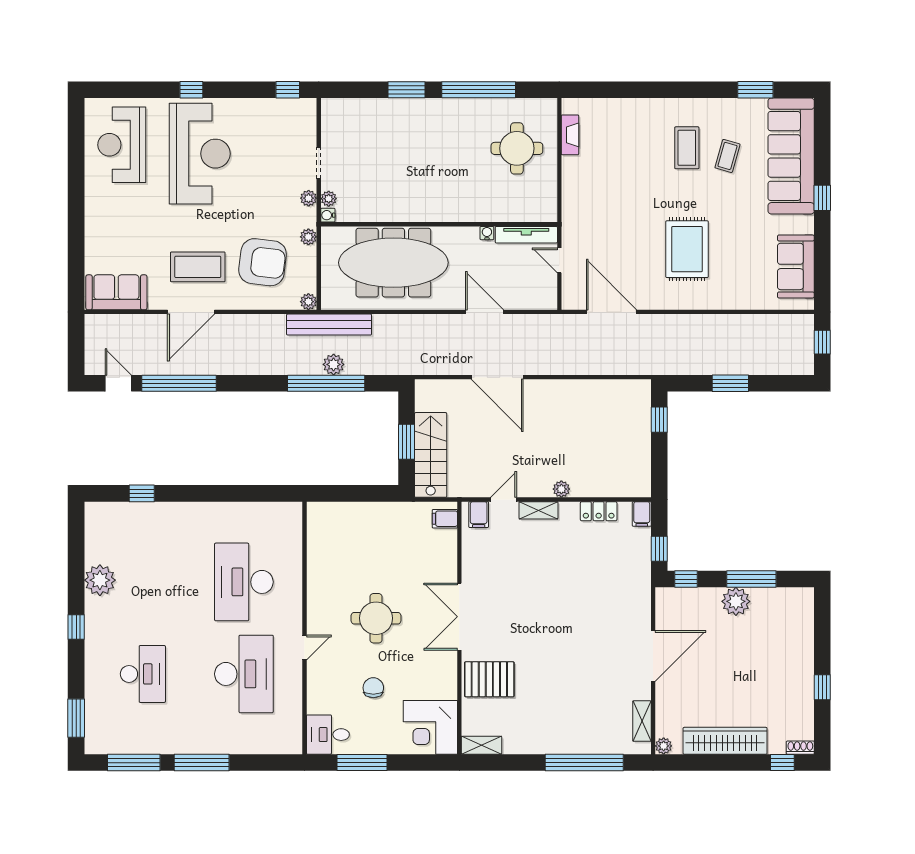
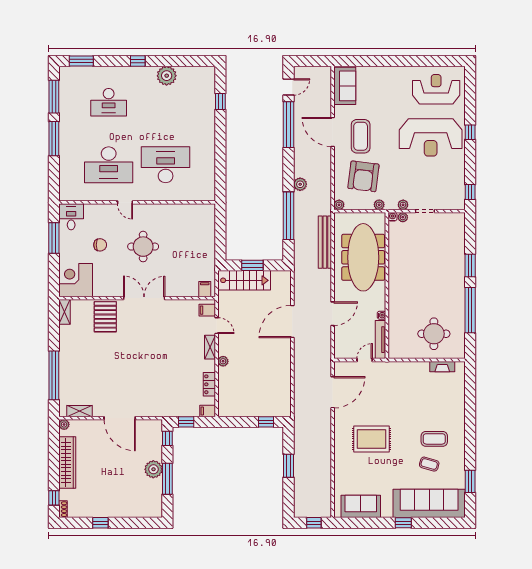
bench: (329, 325) -> (325, 242), moved
plant: (334, 364) -> (300, 184), moved

